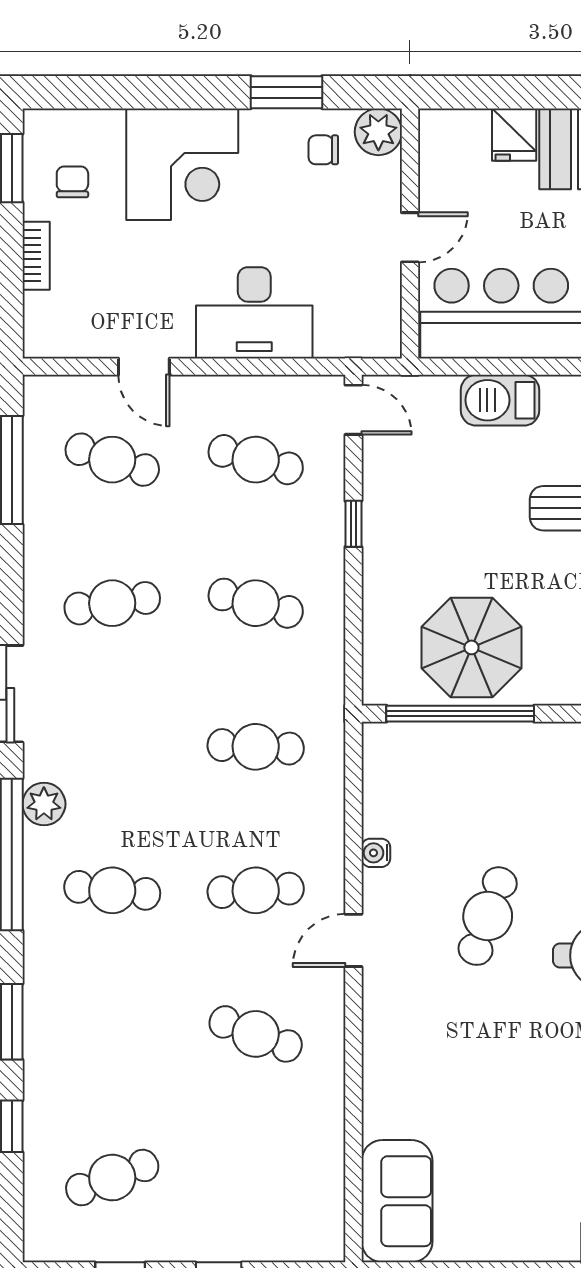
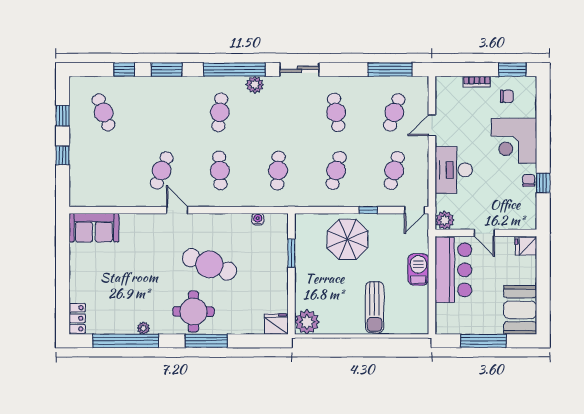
window: (286, 92) -> (543, 183), width x0.67
plant: (378, 132) -> (445, 220), moved
fridge: (514, 135) -> (526, 246), moved
chair: (323, 150) -> (529, 180), moved
parasol: (471, 647) -> (347, 239), moved
window: (460, 714) -> (291, 253), width x0.47
water cooler: (376, 853) -> (258, 219), moved
cafe table: (488, 916) -> (209, 264), width x1.37, depth x1.35
door: (353, 940) -> (177, 210), moved

